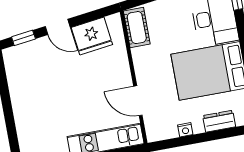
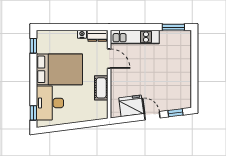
cot: (137, 28) -> (101, 88), moved
dresser: (219, 121) -> (97, 36), moved

